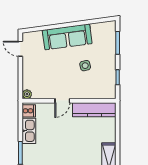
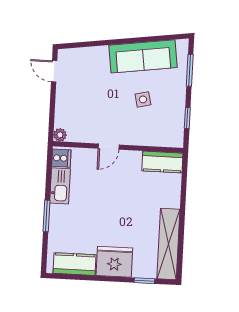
sofa: (67, 37) -> (143, 56), moved
kitchen counter: (94, 110) -> (162, 162), width x0.67

